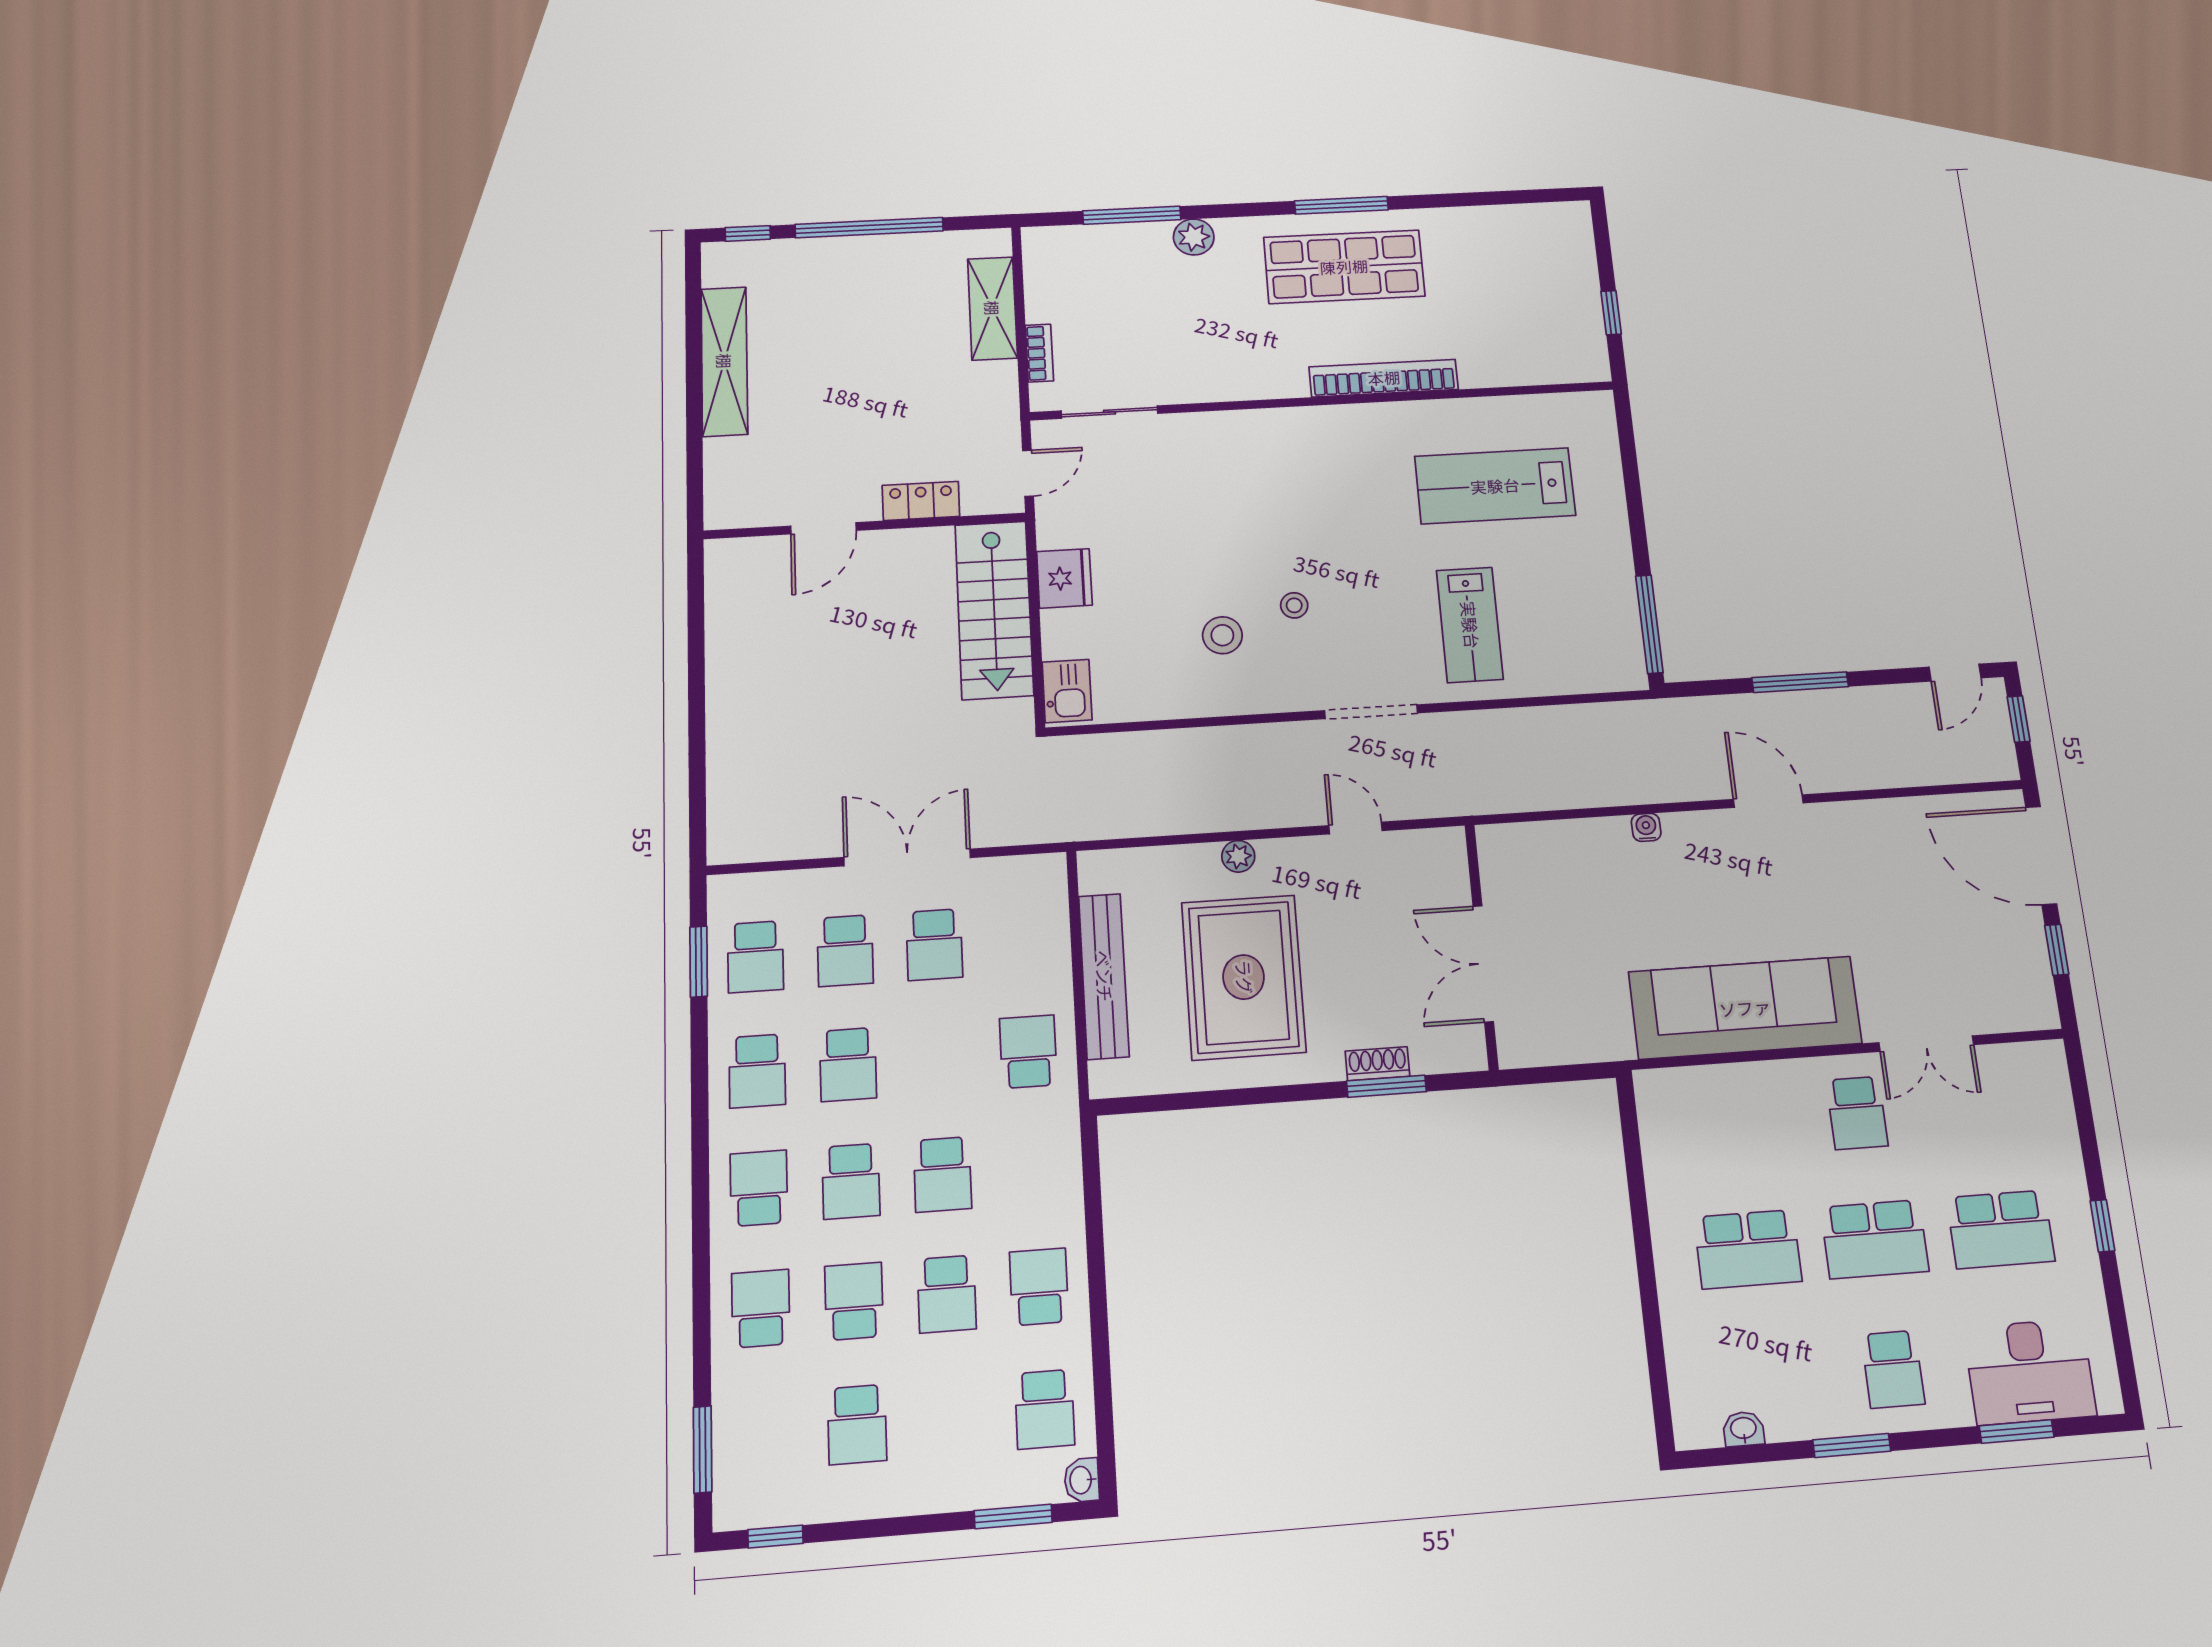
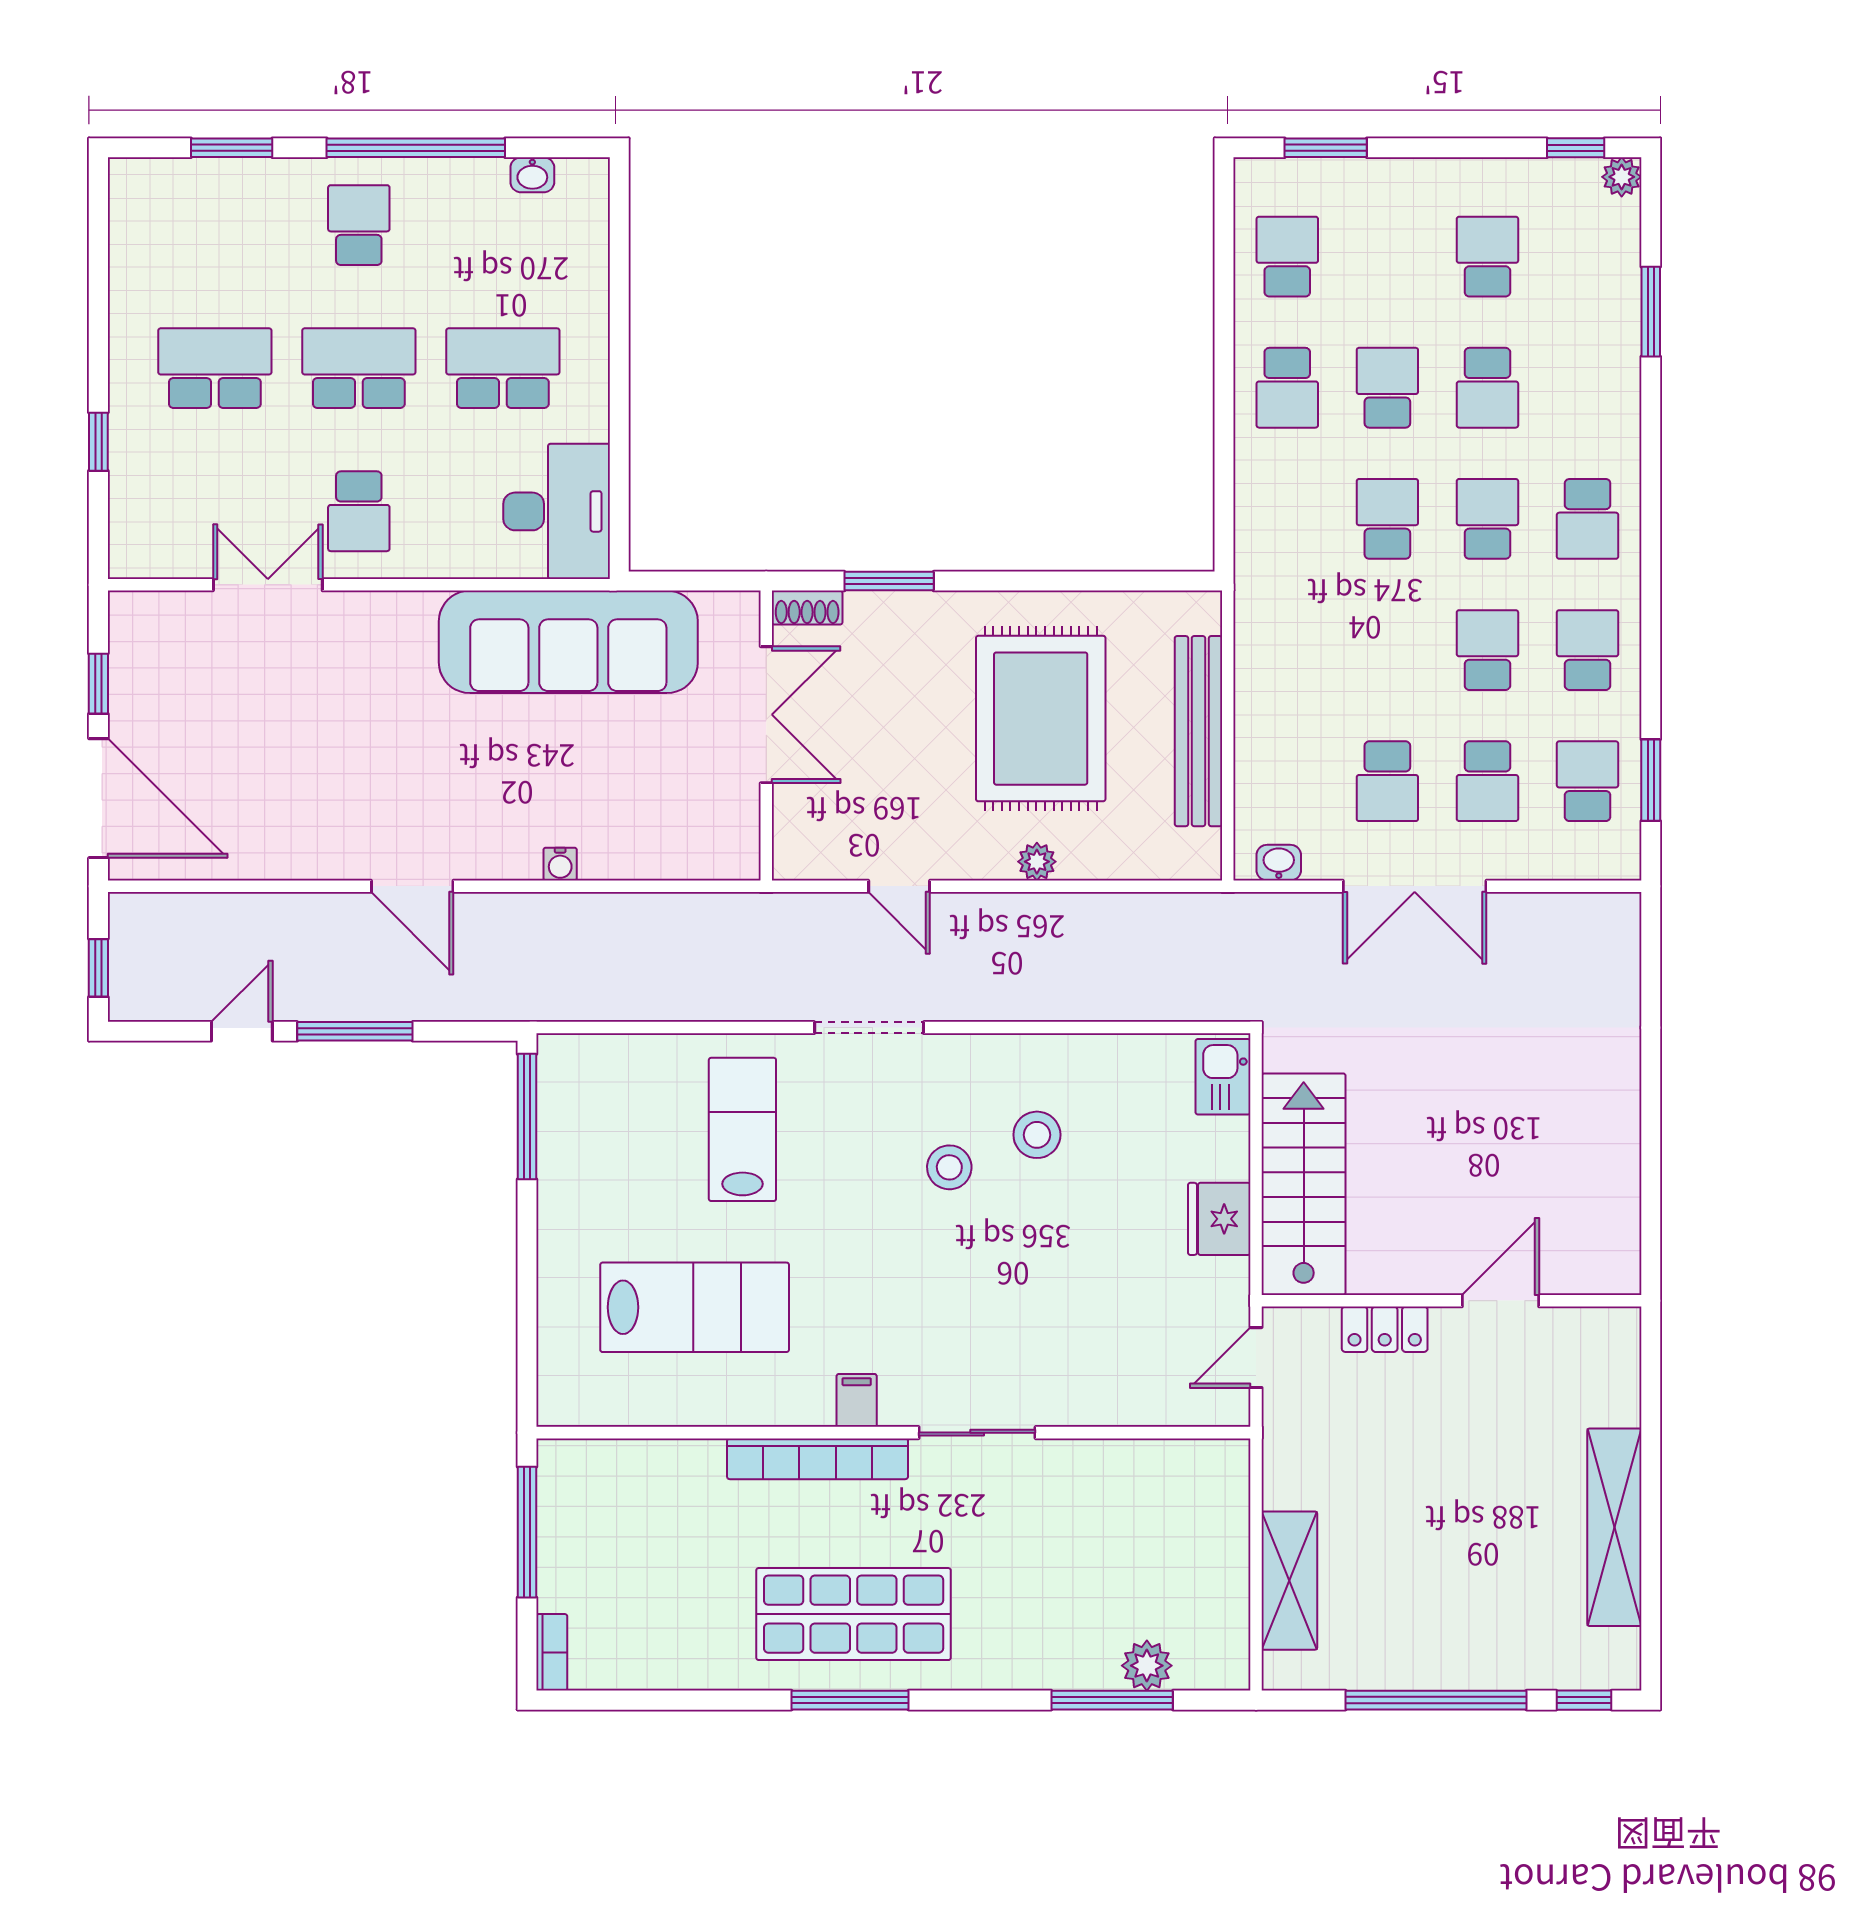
plant: (1194, 237) -> (1147, 1666), moved
window: (1611, 313) -> (527, 1532), width x2.17
bookcase: (1039, 353) -> (552, 1652), moved, turned 180
sliding door: (1110, 412) -> (977, 1433), moved
filing cabinet: (1356, 423) -> (857, 1400), added
stool: (1294, 605) -> (949, 1167), width x1.37, depth x1.37
door: (1955, 673) -> (242, 1031), moved
school desk: (934, 945) -> (1387, 781), turned 180
school desk: (845, 951) -> (1487, 781), turned 180
sofa: (1745, 1008) -> (568, 642), moved
school desk: (1028, 1052) -> (1287, 650), removed
shoe rack: (1377, 1064) -> (807, 608), moved
school desk: (1857, 1113) -> (359, 511), turned 180
window: (2102, 1226) -> (98, 442), moved
school desk: (761, 1309) -> (1588, 388), removed
desk: (2030, 1372) -> (557, 511), moved, turned 90
window: (1852, 1445) -> (416, 148), width x2.11
window: (703, 1449) -> (1651, 312), moved
washbasin: (1082, 1480) -> (1279, 863), moved, turned -90
plant: (731, 1512) -> (1622, 177), added

